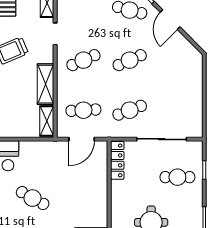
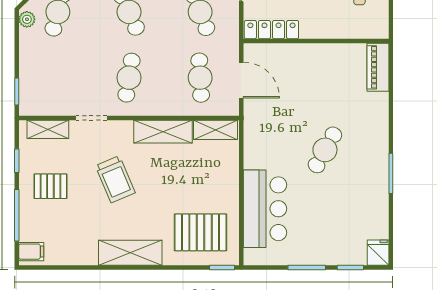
cafe table: (83, 60) -> (129, 78), turned 33

